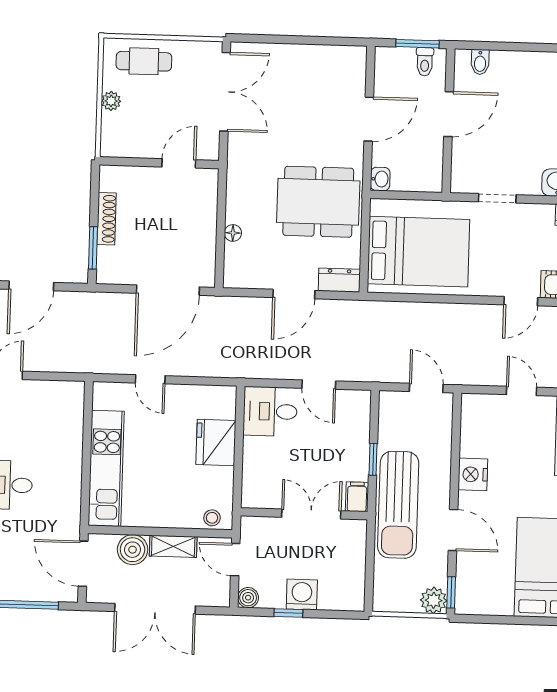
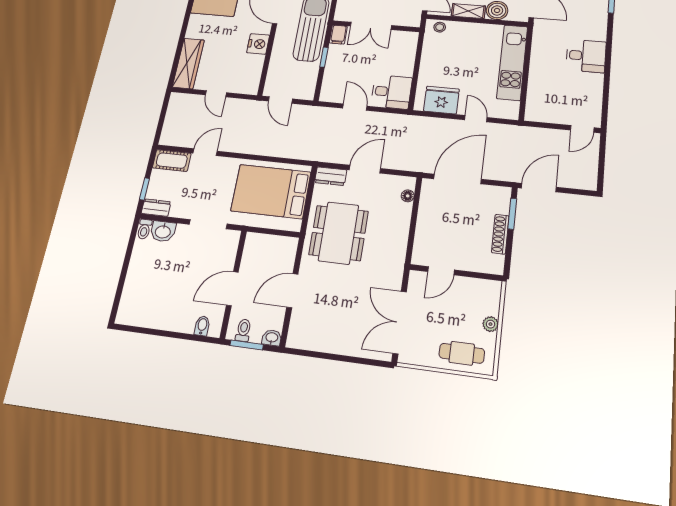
washbasin: (380, 179) -> (272, 338), moved, turned 90
doorway: (497, 198) -> (208, 224), width x1.38
dining table: (318, 202) -> (339, 233), turned 90
floor lamp: (233, 233) -> (408, 196), moved
door: (31, 286) -> (539, 188), moved
fridge: (216, 442) -> (441, 100), moved, turned -90

